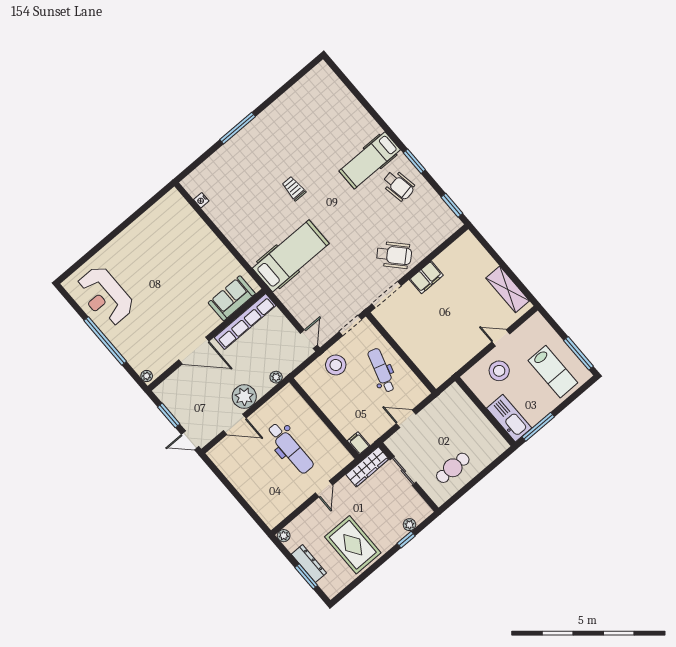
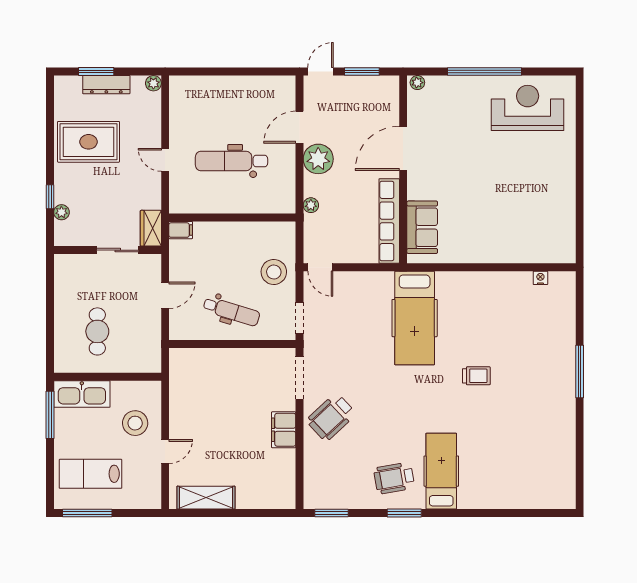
wardrobe: (367, 467) -> (151, 228), width x0.67
cafe table: (453, 468) -> (97, 331), moved

